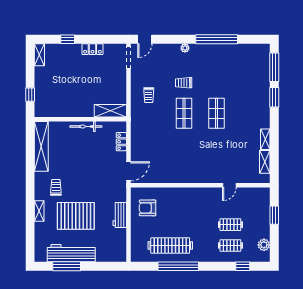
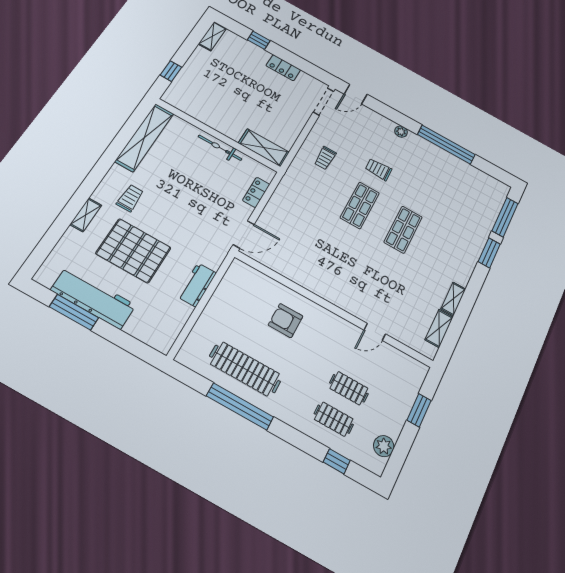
armchair: (148, 208) -> (286, 321), moved

